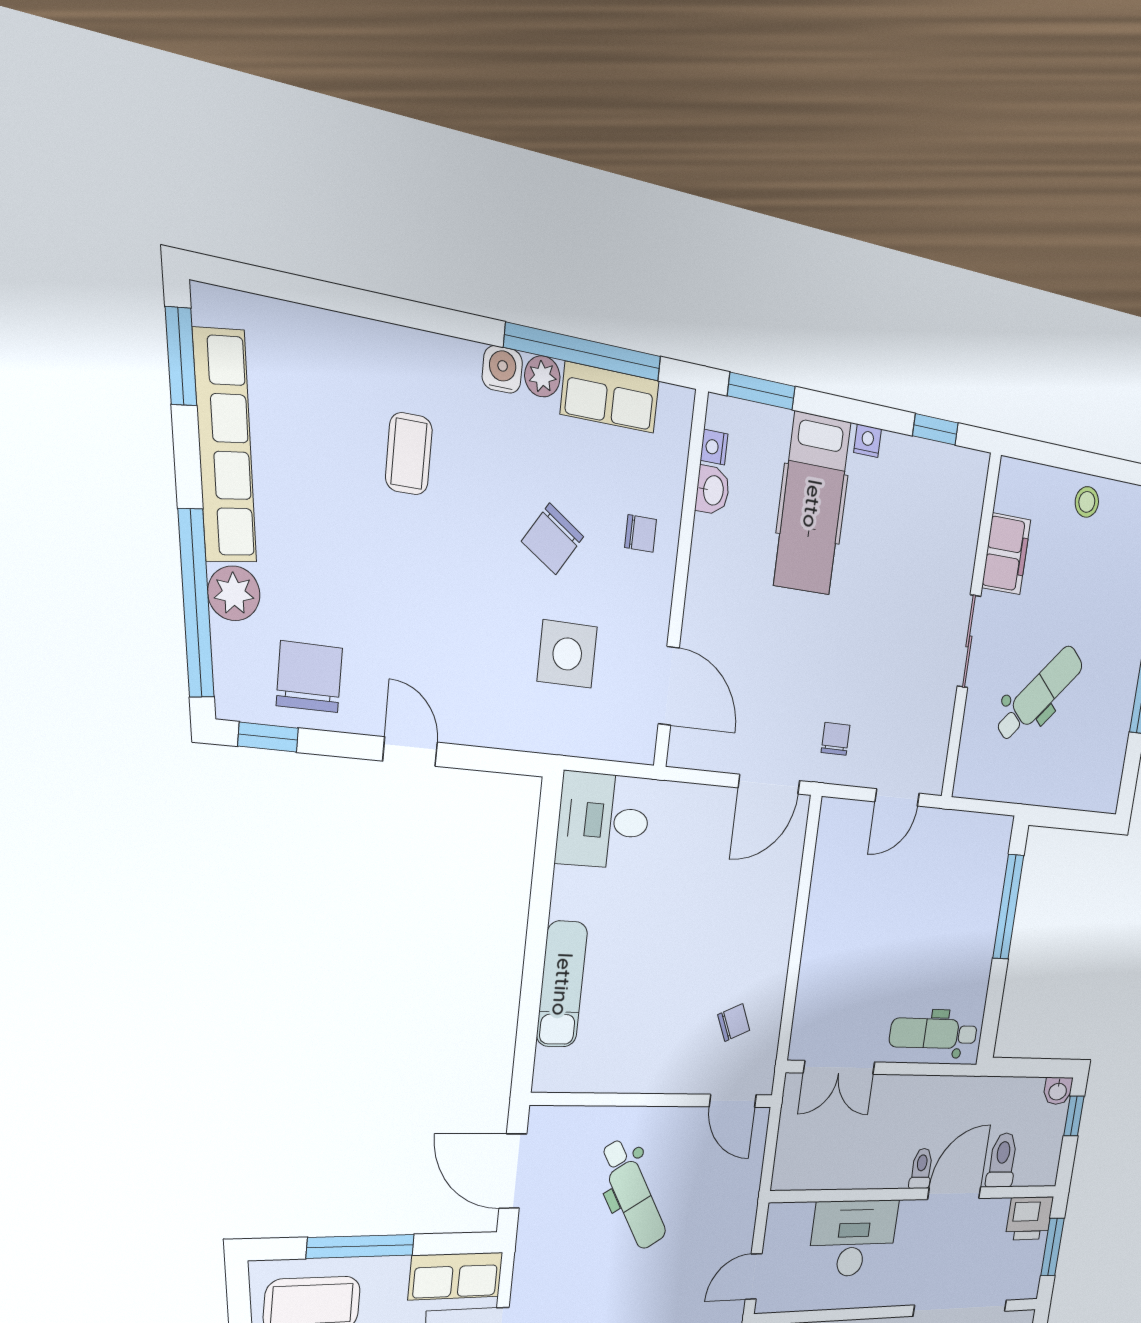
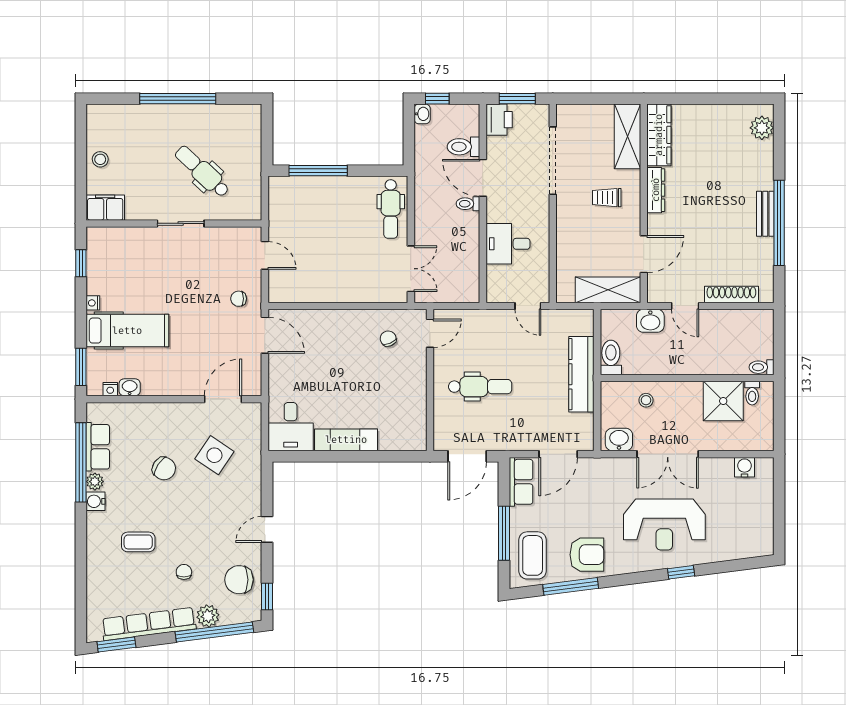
chair: (641, 533) -> (184, 572), moved
filing cabinet: (1006, 554) -> (105, 208), moved
side table: (567, 654) -> (214, 455), turned 34
exam couch: (562, 984) -> (346, 440), moved
dental chair: (633, 1194) -> (480, 387), turned 31
desk: (853, 1238) -> (508, 244), width x0.73

